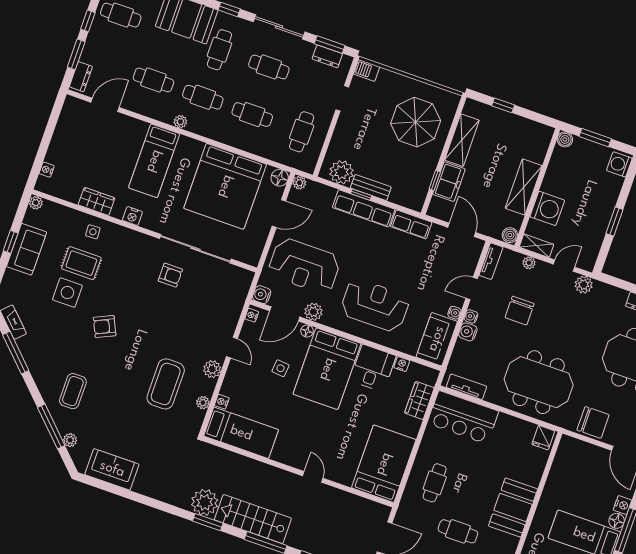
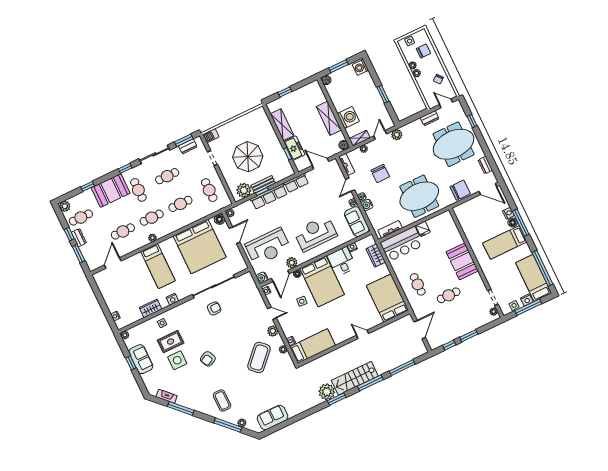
dresser: (81, 77) -> (79, 238), moved
parasol: (416, 122) -> (248, 157), moved
coffee table: (166, 384) -> (259, 357), turned 44
fridge: (543, 438) -> (423, 229), moved

